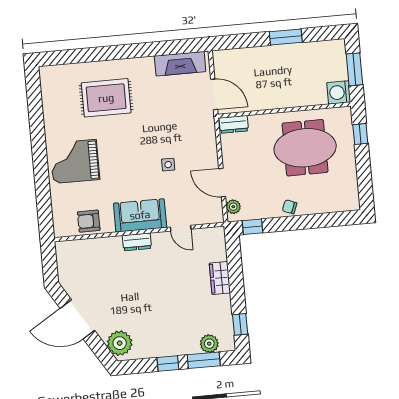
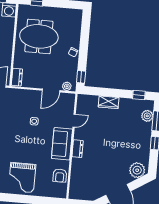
meeting table: (305, 148) -> (39, 36), turned 90

